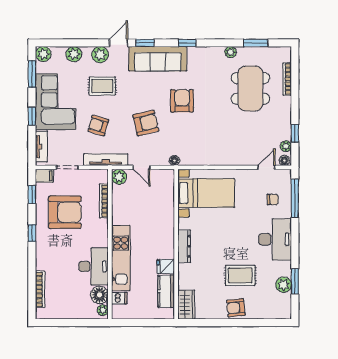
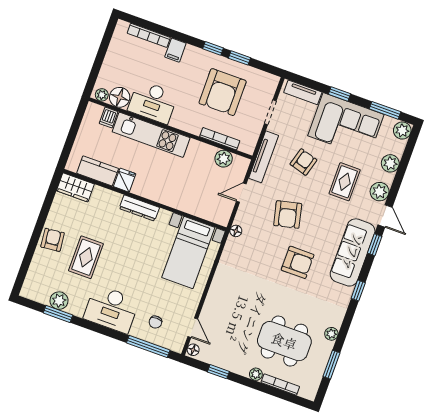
plant: (286, 146) -> (256, 374), moved
filing cabinet: (44, 176) -> (175, 50), moved
plant: (119, 177) -> (224, 159), moved
window: (32, 195) -> (239, 58), moved

